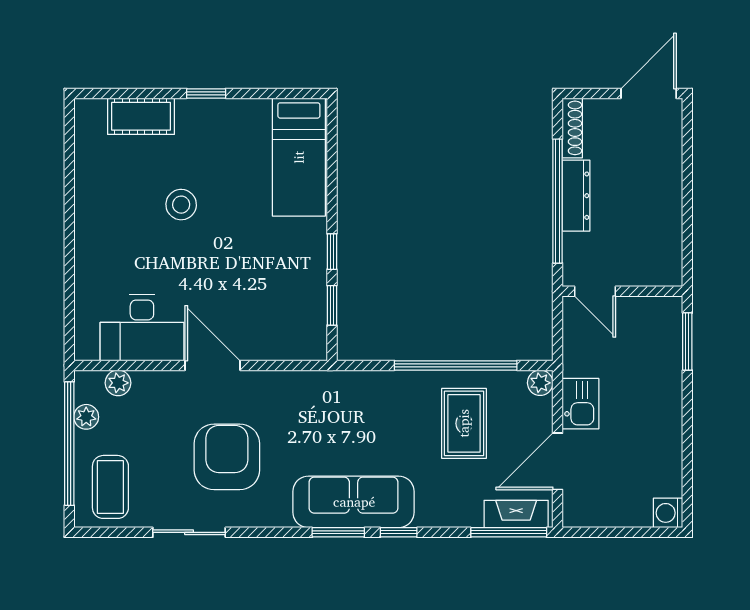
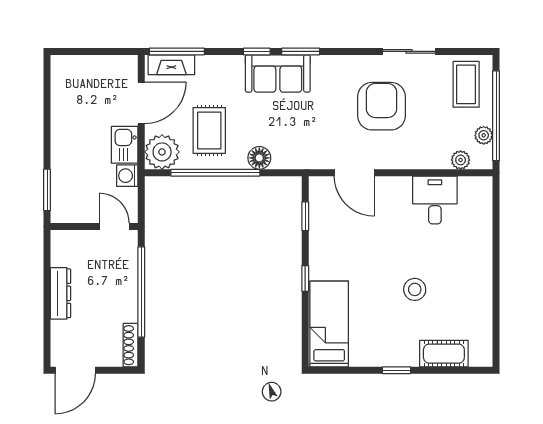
dresser: (576, 196) -> (60, 293), moved, turned 180
window: (332, 252) -> (305, 278), moved
desk: (142, 328) -> (435, 200), width x0.73
door: (213, 365) -> (354, 173), moved
plant: (540, 383) -> (162, 152), width x1.87, depth x1.87
floor lamp: (395, 386) -> (259, 158), added
armchair: (227, 457) -> (381, 106), turned 180
sofa: (354, 502) -> (278, 73), width x0.73
washing machine: (668, 513) -> (127, 176), moved, turned 180

